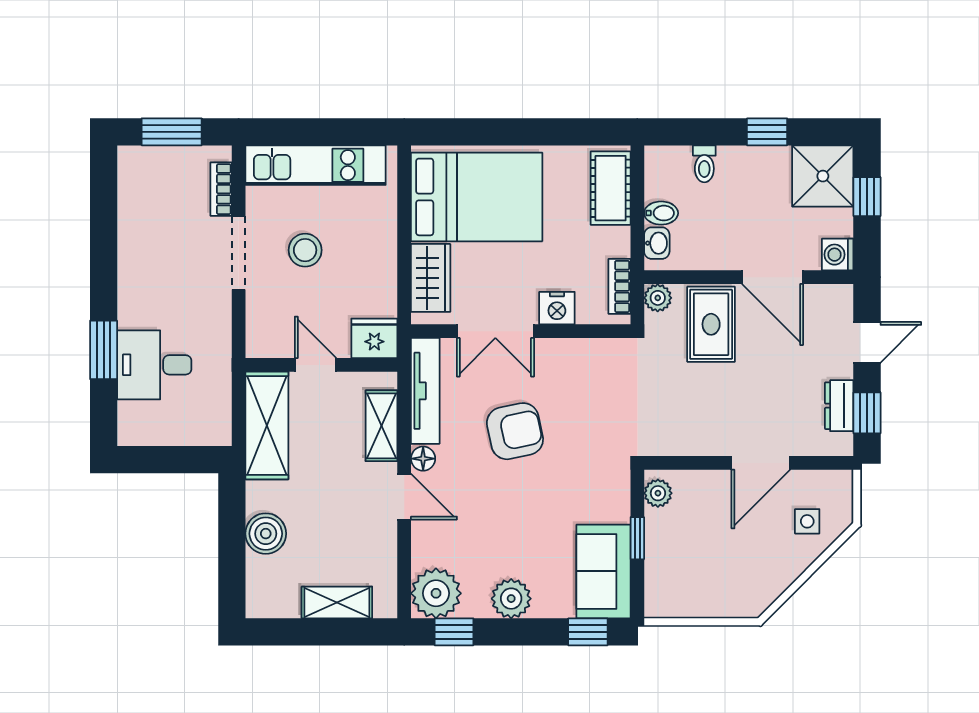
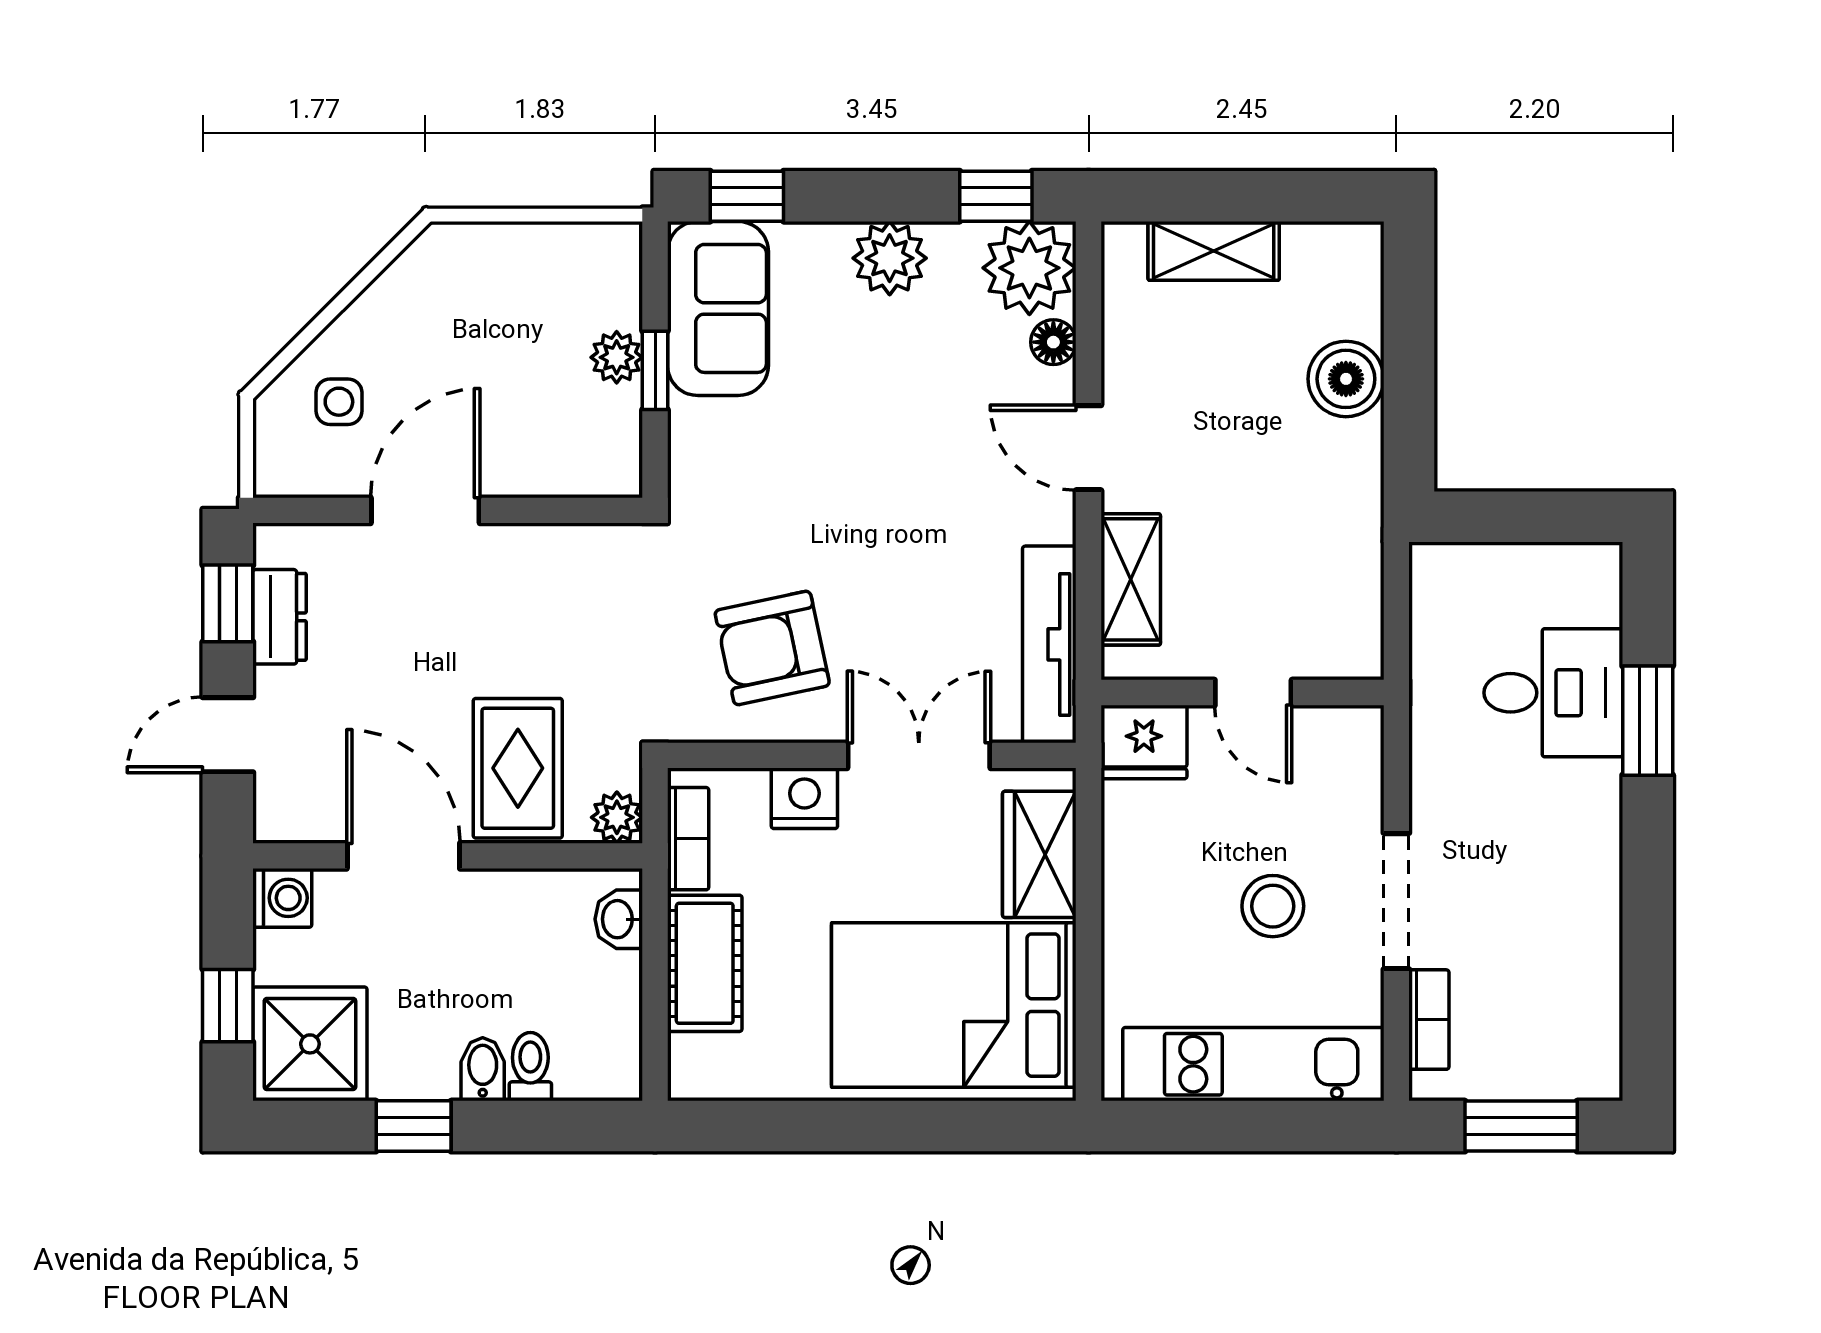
cot: (611, 188) -> (705, 963), moved
bidet: (661, 213) -> (483, 1069), moved, turned 90
shelving: (267, 425) -> (1344, 580), removed
armchair: (515, 431) -> (772, 648), moved
floor lamp: (423, 459) -> (1053, 342), moved
plant: (658, 493) -> (617, 357), moved

